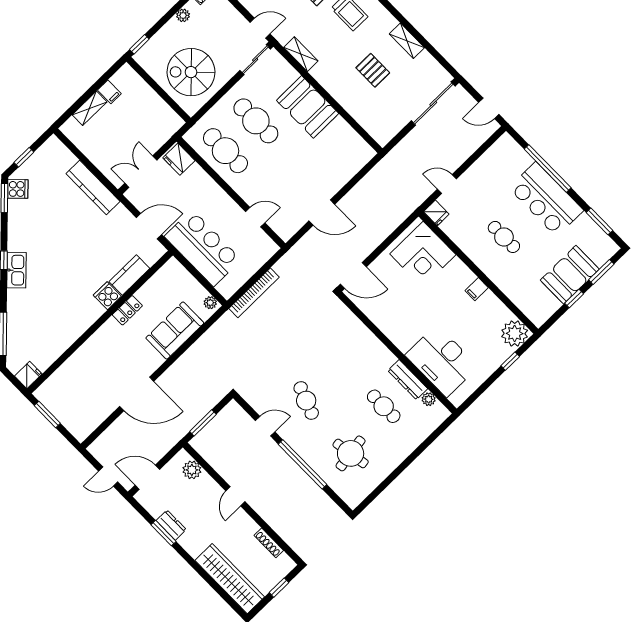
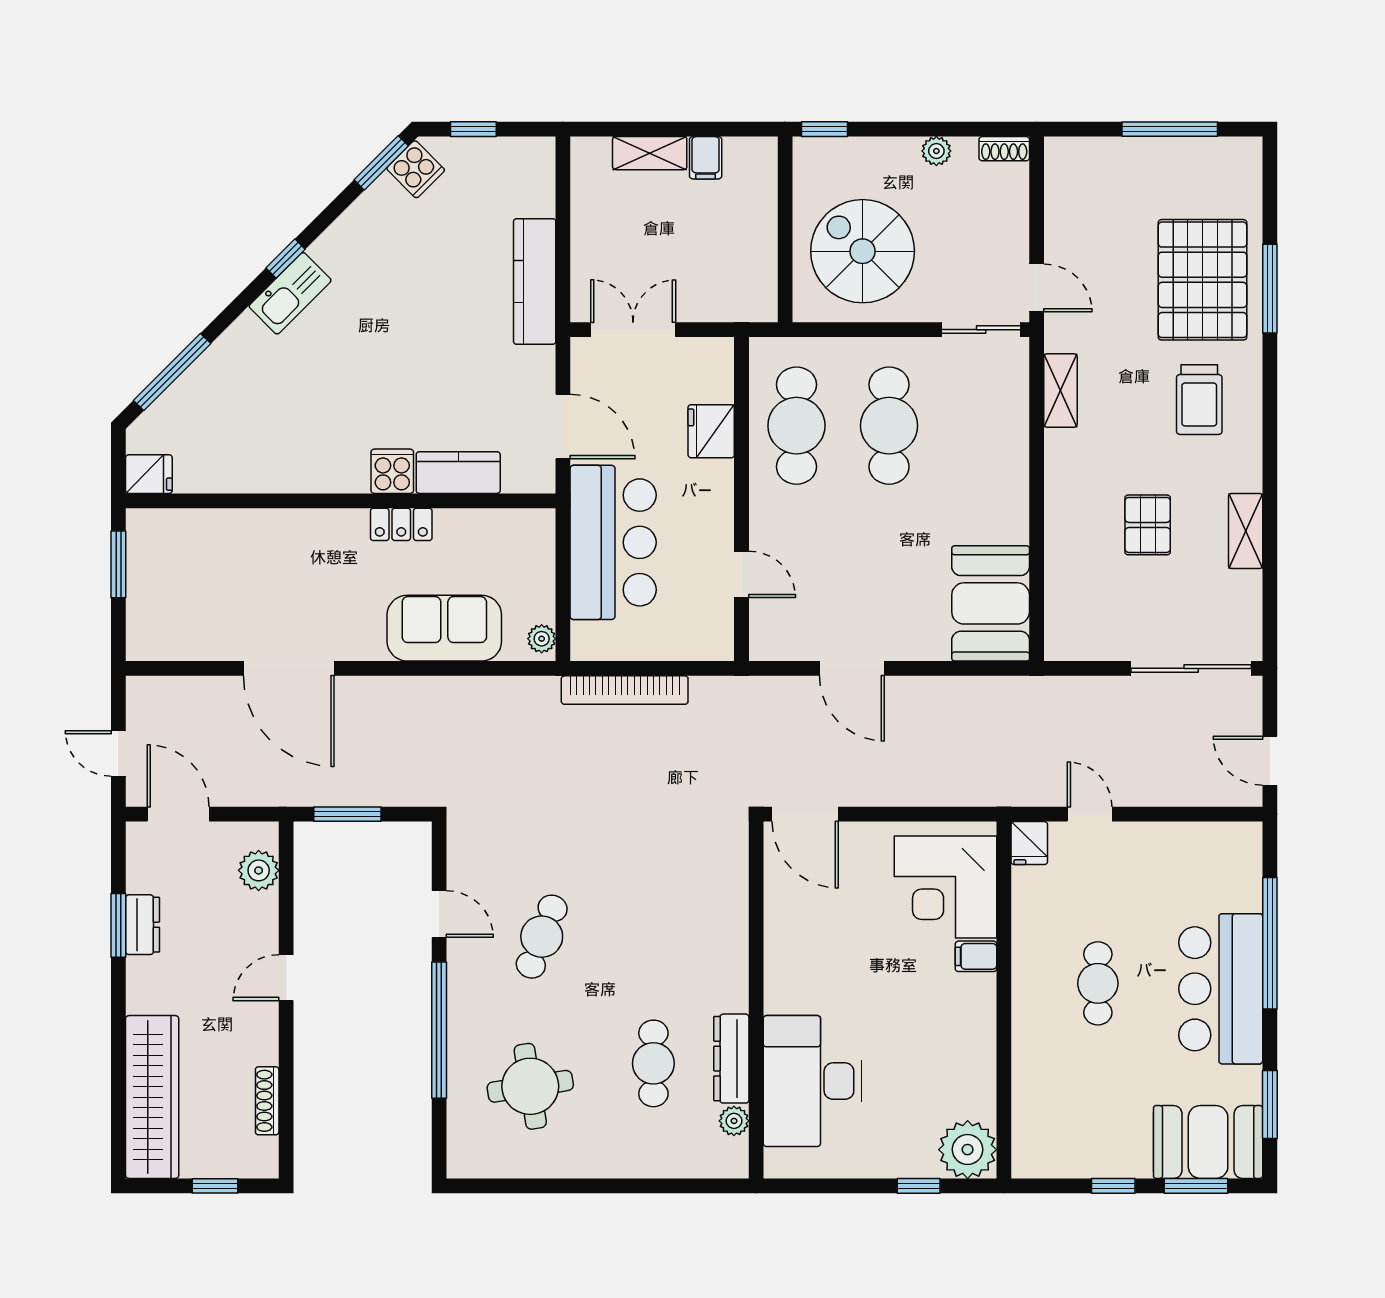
booth: (308, 107) -> (991, 603), moved
fridge: (179, 159) -> (711, 431), moved
booth: (570, 275) -> (1208, 1142), moved
filing cabinet: (477, 289) -> (976, 956), moved

